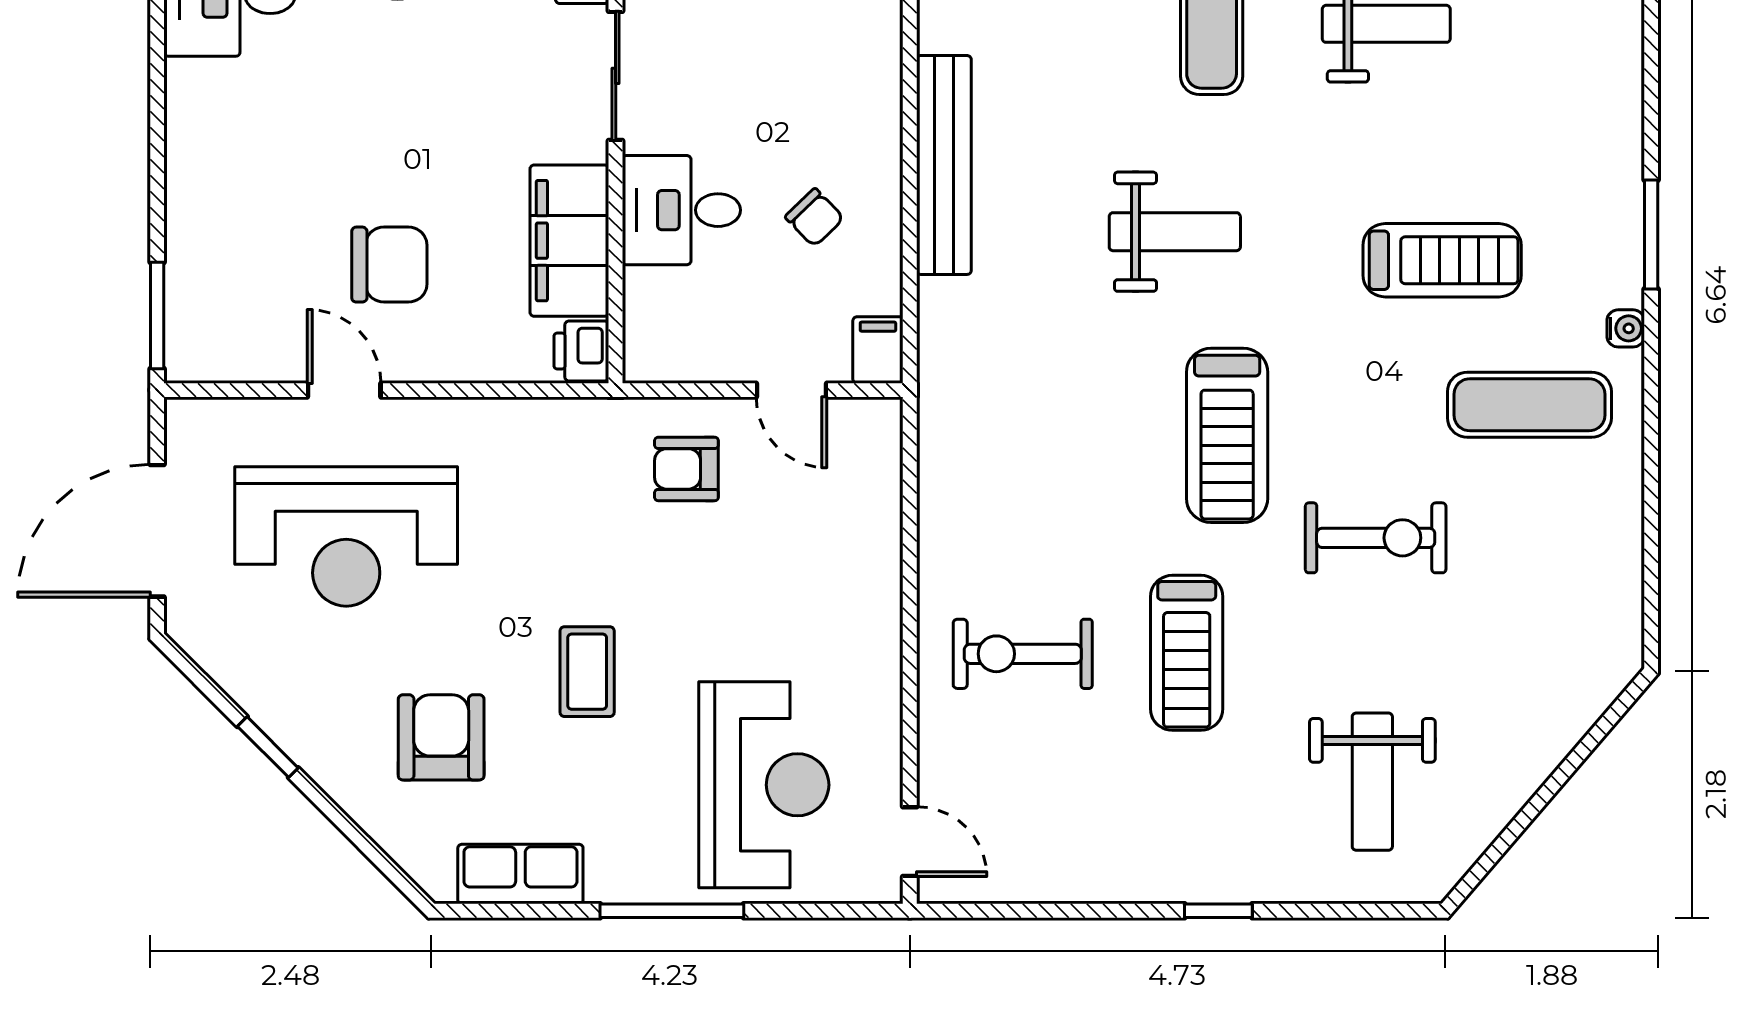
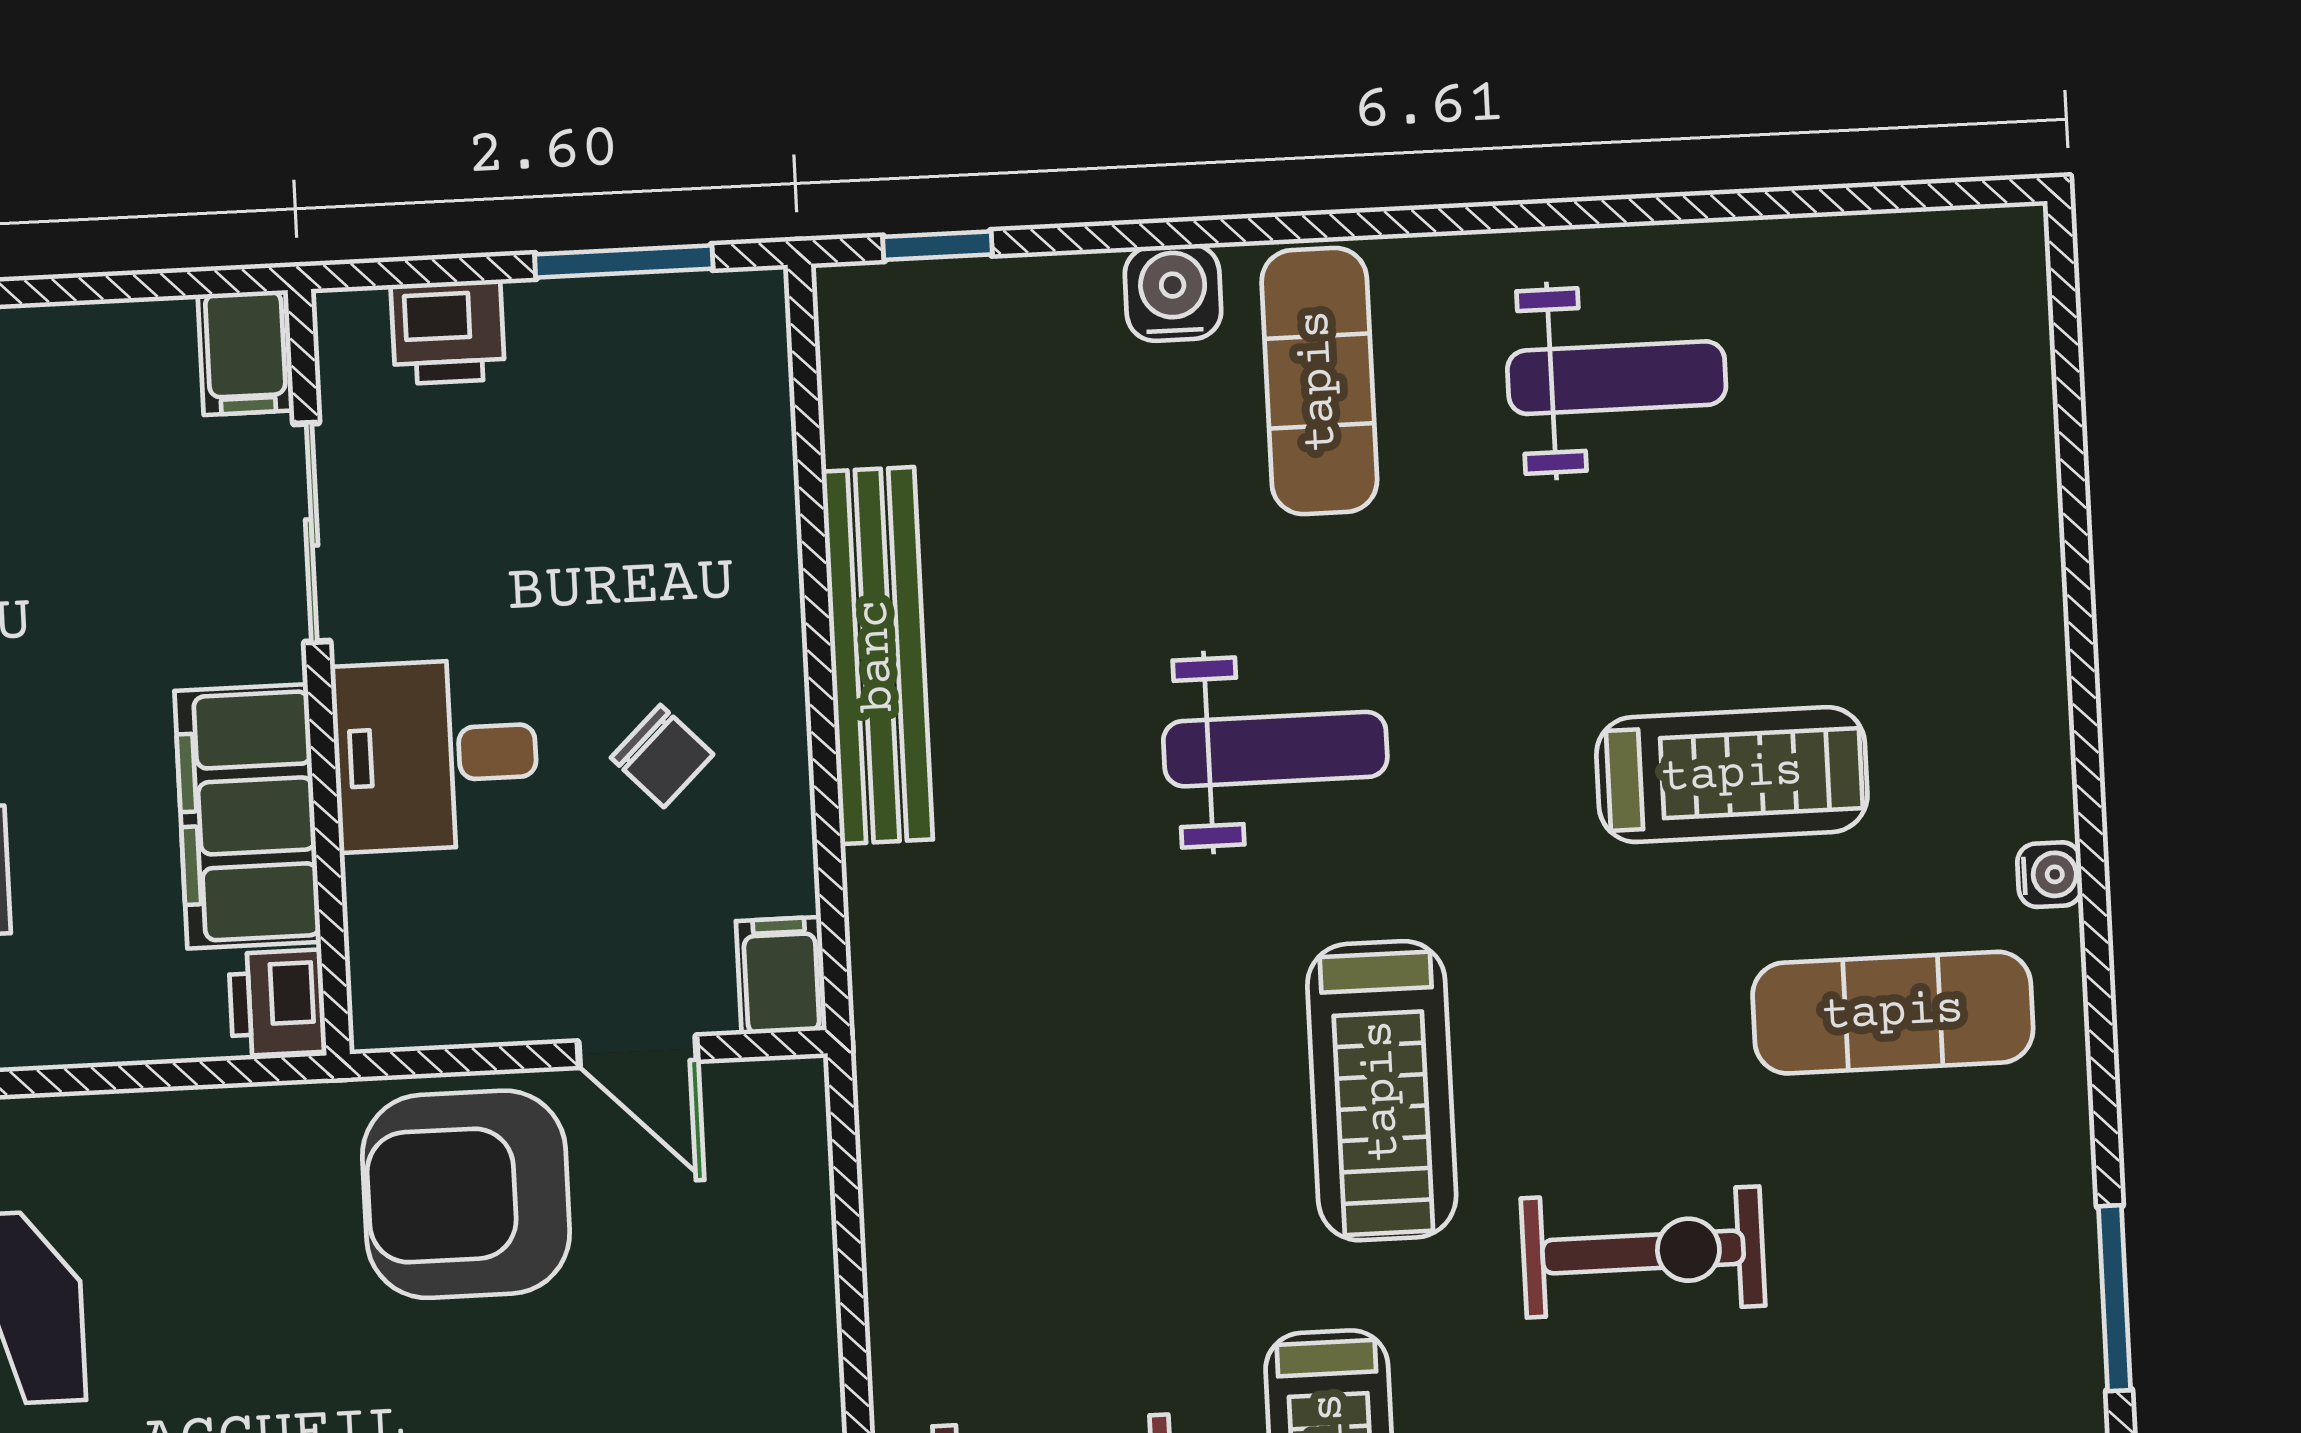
window: (1651, 234) -> (2115, 1298), moved
armchair: (686, 469) -> (466, 1194), width x1.88, depth x1.88

